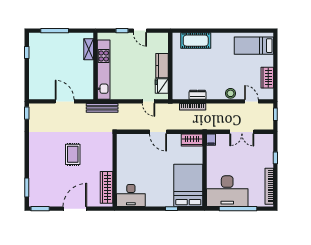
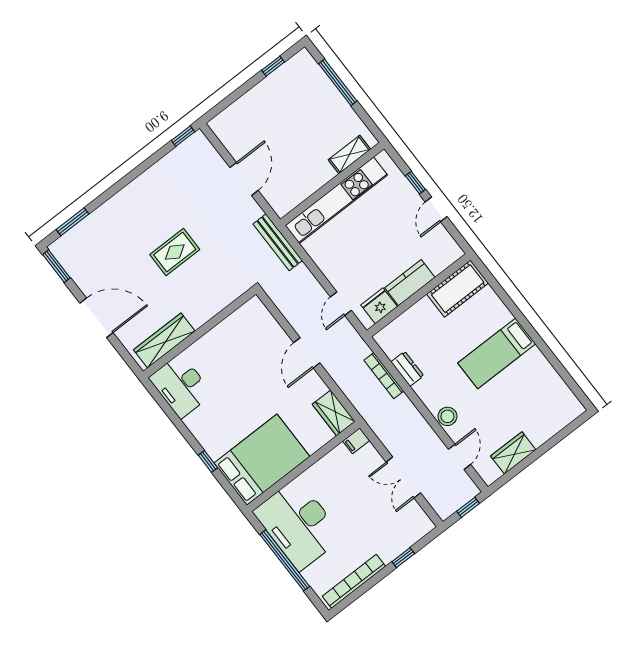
cot: (196, 41) -> (458, 289), moved, turned 90
bed: (254, 46) -> (497, 353), moved, turned -90

